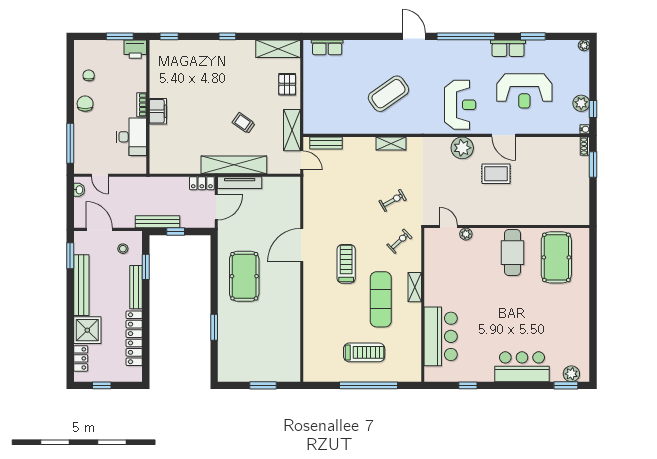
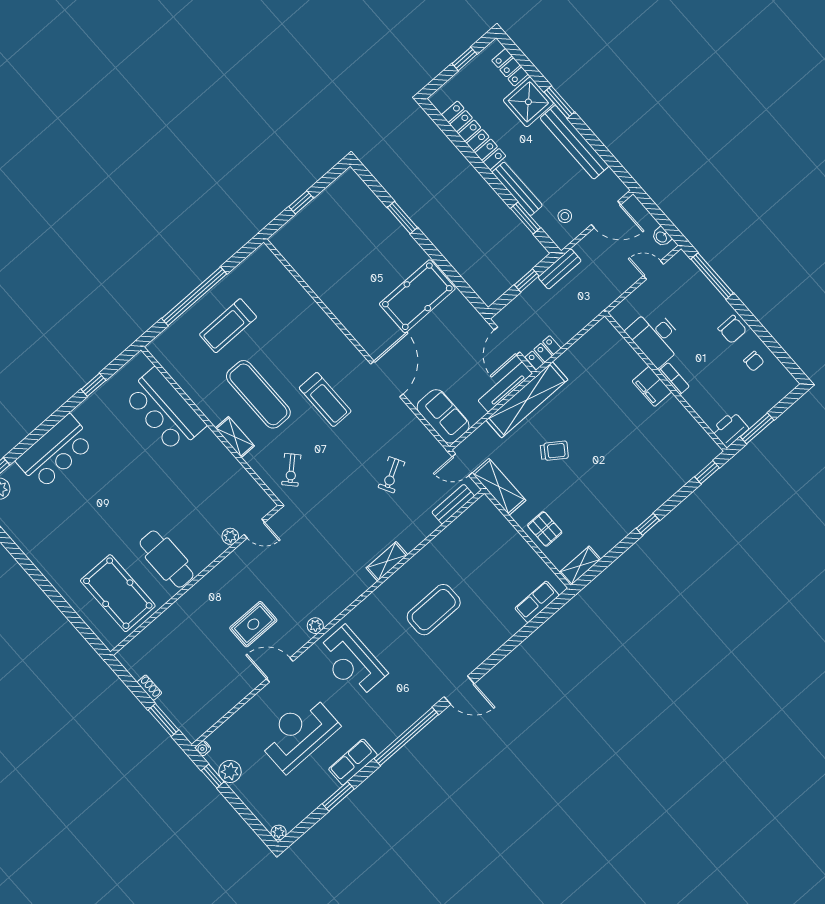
shelving: (278, 49) -> (580, 566), width x0.67, depth x0.75
coffee table: (388, 94) -> (434, 610), turned 35
shoe rack: (585, 146) -> (149, 688), moved
plant: (462, 148) -> (315, 626), width x0.53, depth x0.53
sofa: (289, 197) -> (443, 416), added
exercise bike: (393, 200) -> (392, 475), moved
bench: (158, 222) -> (560, 269), width x0.73
window: (70, 256) -> (559, 102), moved
pool table: (244, 276) -> (417, 296), turned 90
window: (263, 385) -> (301, 202), width x0.67

